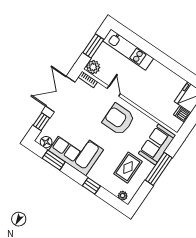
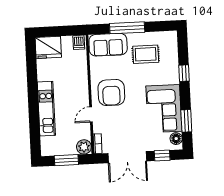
kitchen unit: (128, 50) -> (46, 109), moved
dishwasher: (182, 114) -> (79, 42), moved
plant: (123, 196) -> (172, 41), removed

